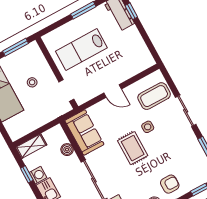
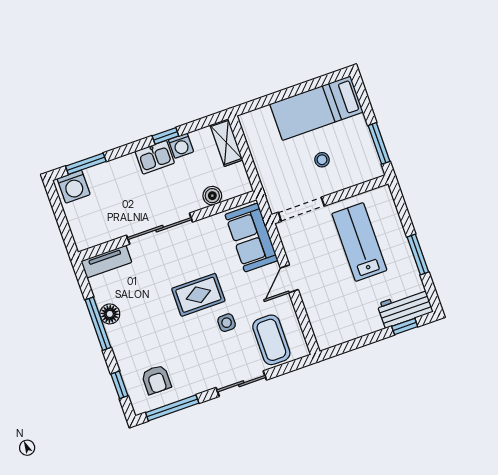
doorway: (66, 90) -> (301, 209), width x1.38
sofa: (84, 132) -> (251, 237), moved, turned 90
window: (27, 174) -> (165, 136), moved
armchair: (170, 184) -> (156, 380), moved

